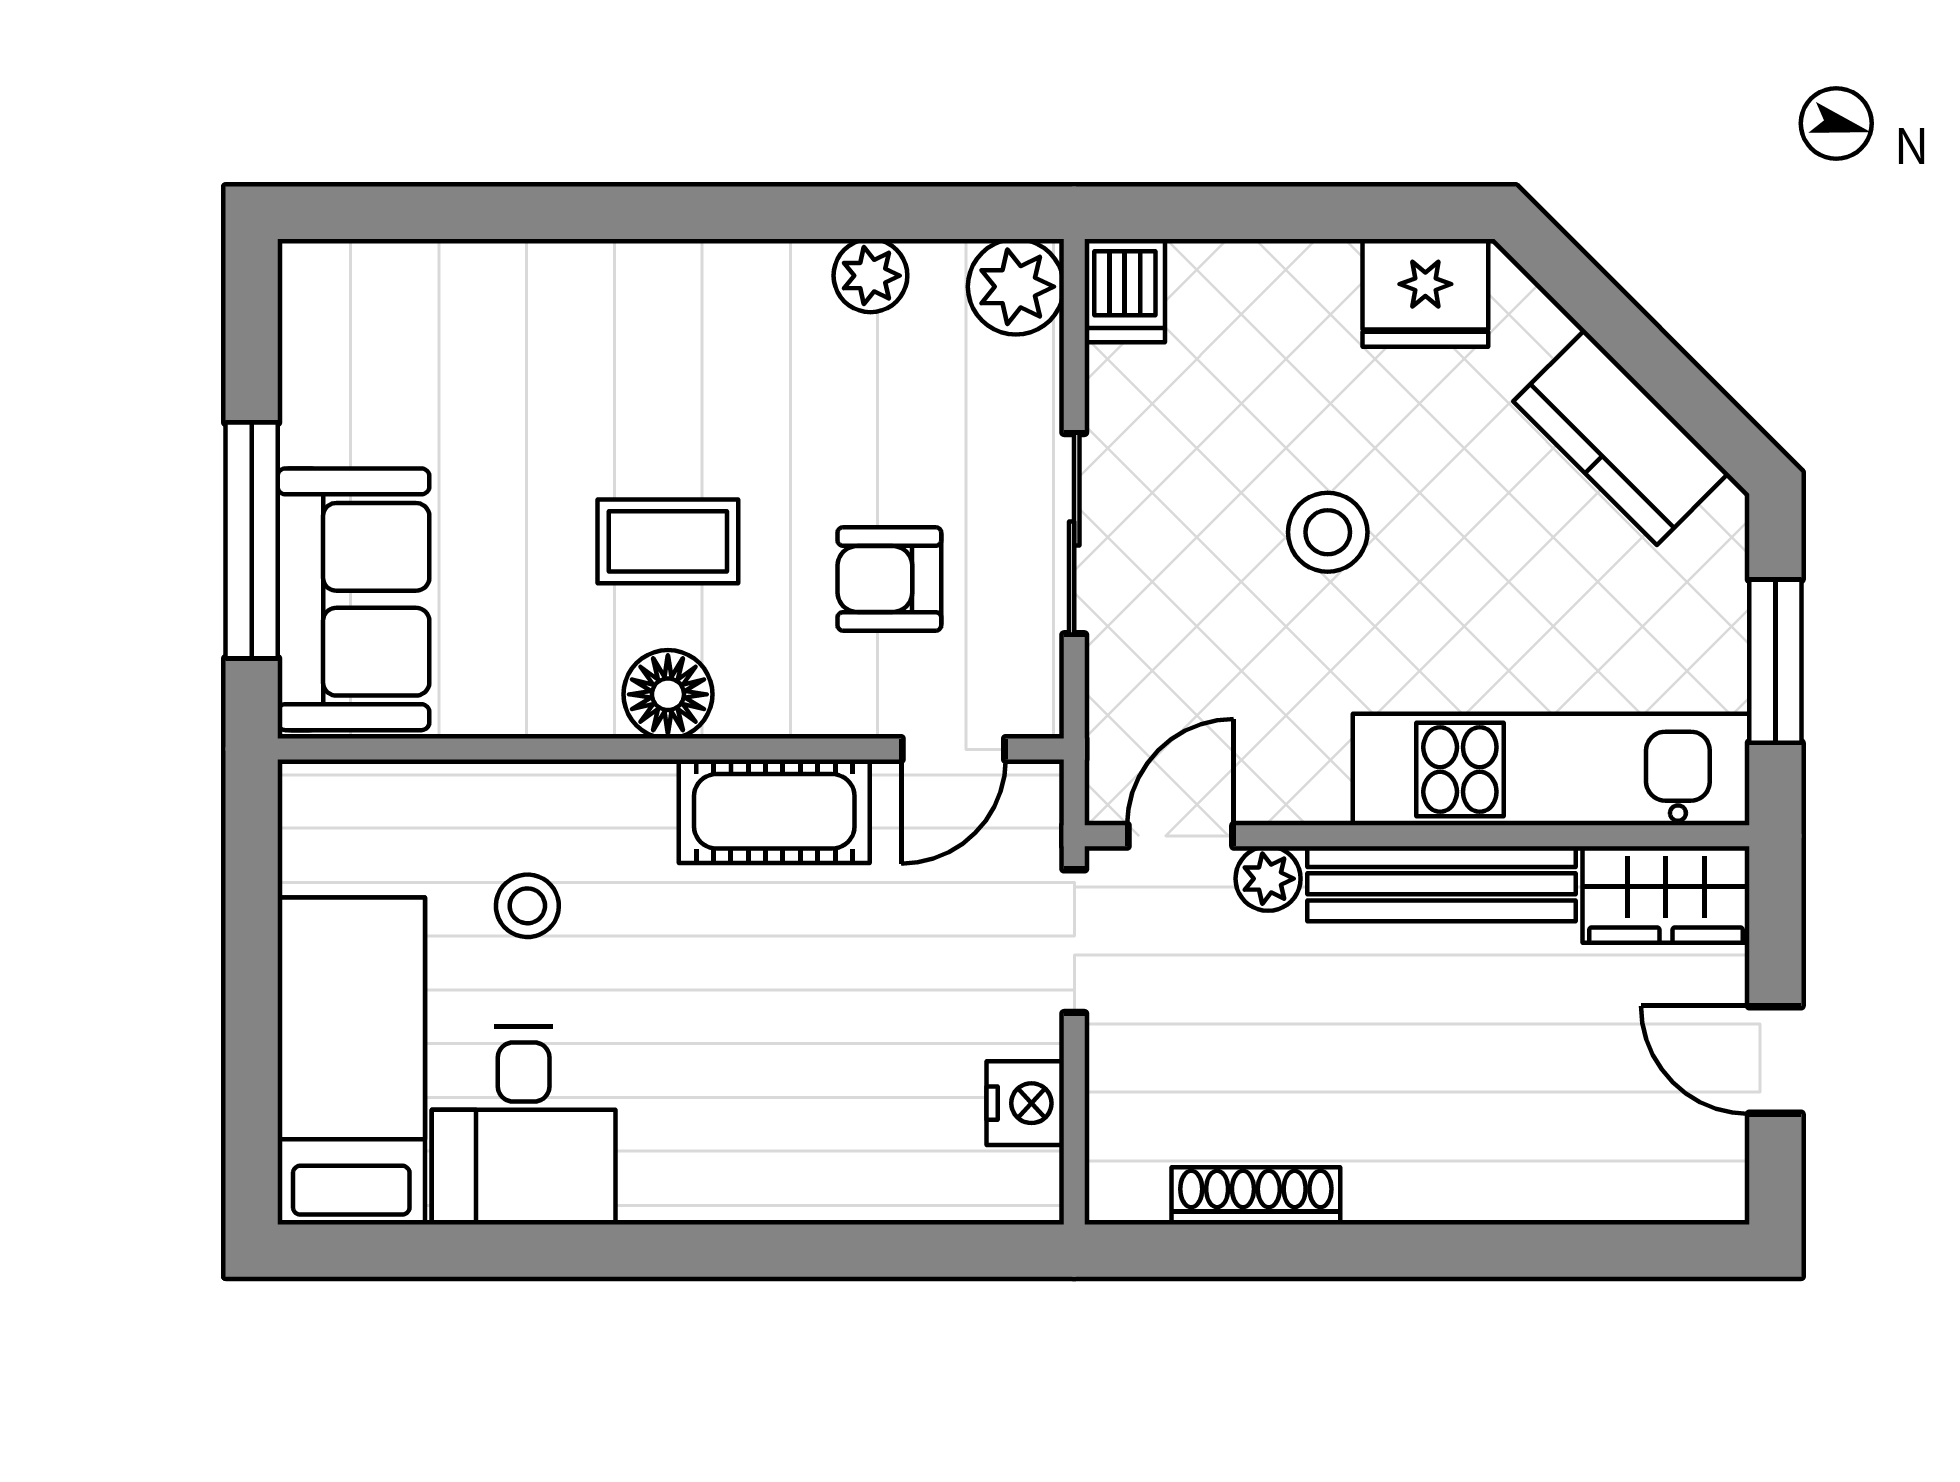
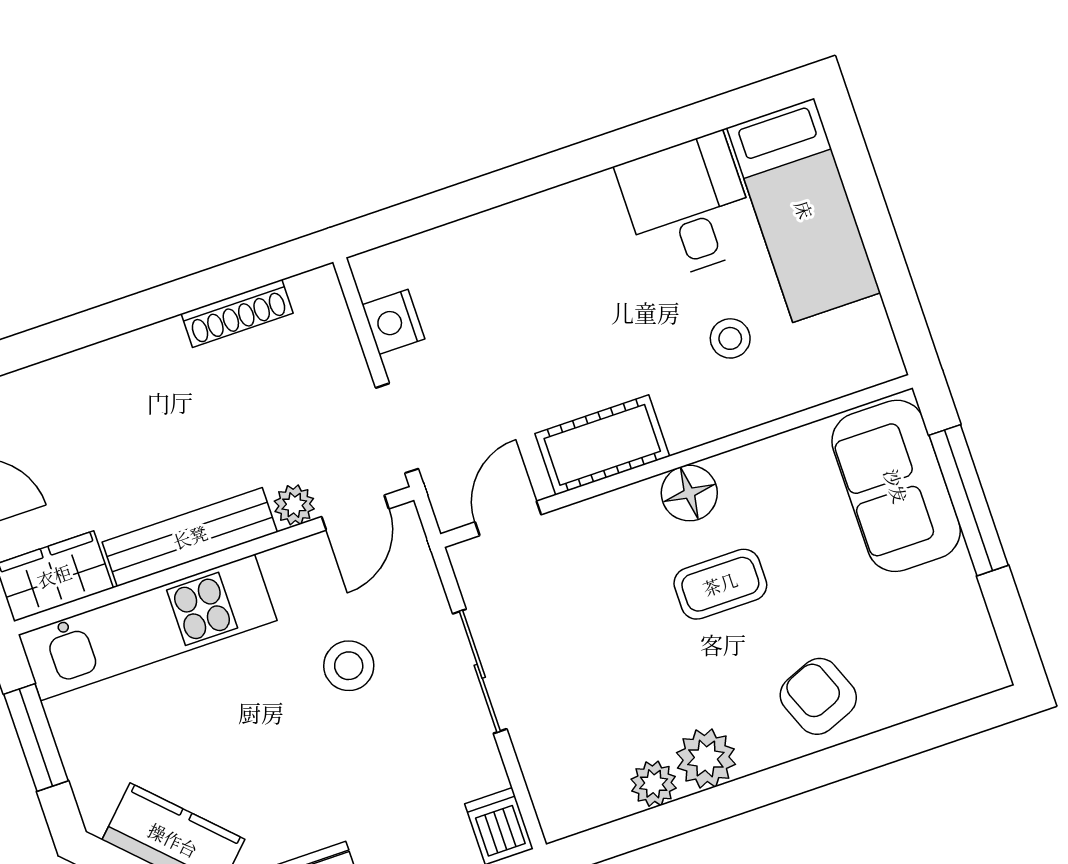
plant: (1016, 287) -> (706, 758), moved
stool: (1328, 532) -> (349, 666), moved
armchair: (889, 579) -> (818, 696), moved, turned -112

